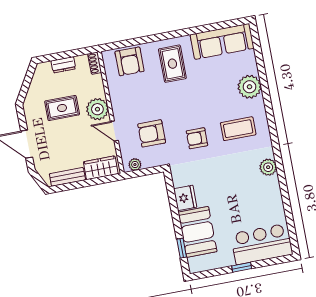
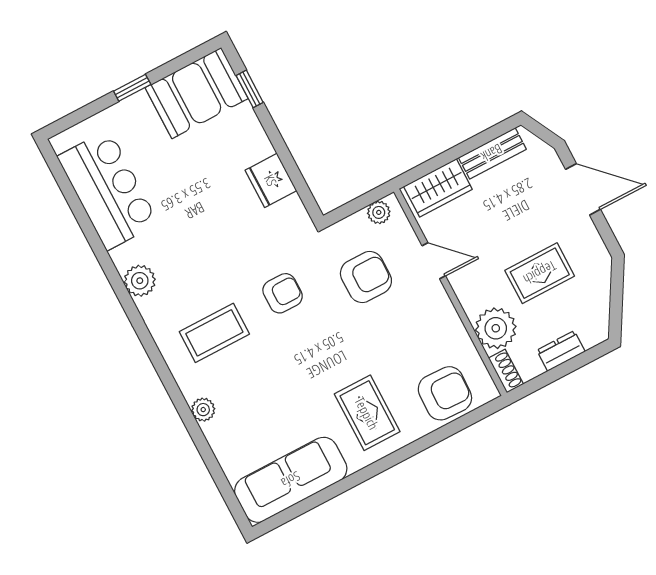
armchair: (130, 61) -> (445, 393), turned 92
plant: (250, 87) -> (203, 410), width x0.53, depth x0.53
plant: (97, 109) -> (496, 328), moved
booth: (197, 232) -> (197, 93), moved, turned 90
bar counter: (262, 244) -> (108, 190), moved, turned -90

